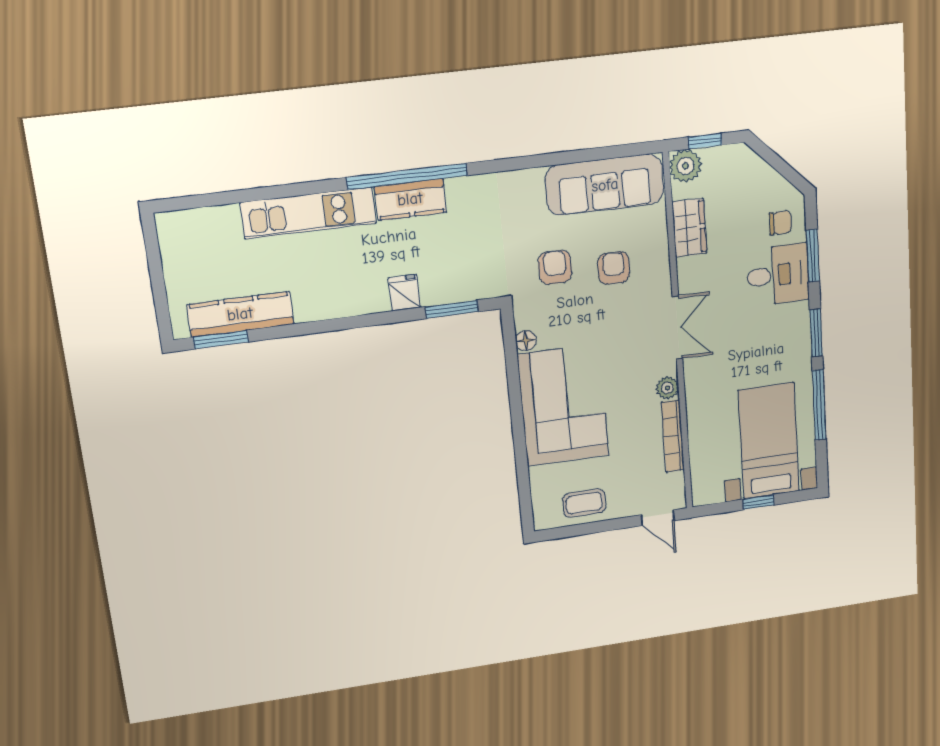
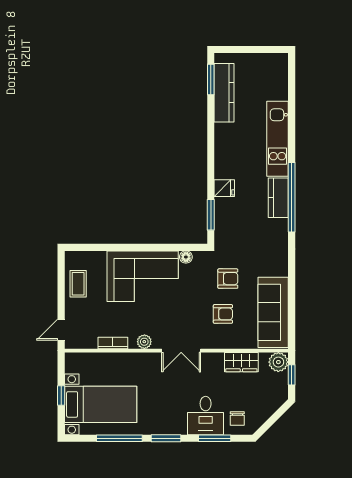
bookcase: (673, 436) -> (113, 343), width x0.64

